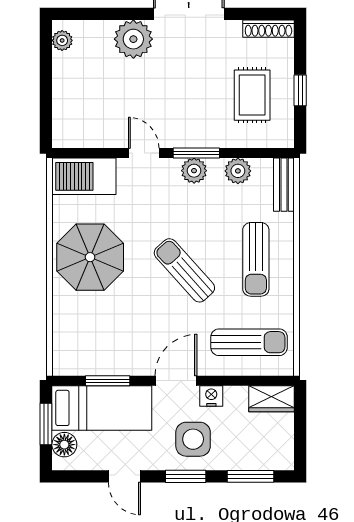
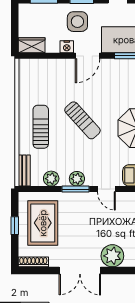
rug: (252, 95) -> (43, 223), width x1.36, depth x1.43
sun lounger: (249, 342) -> (45, 78), removed

